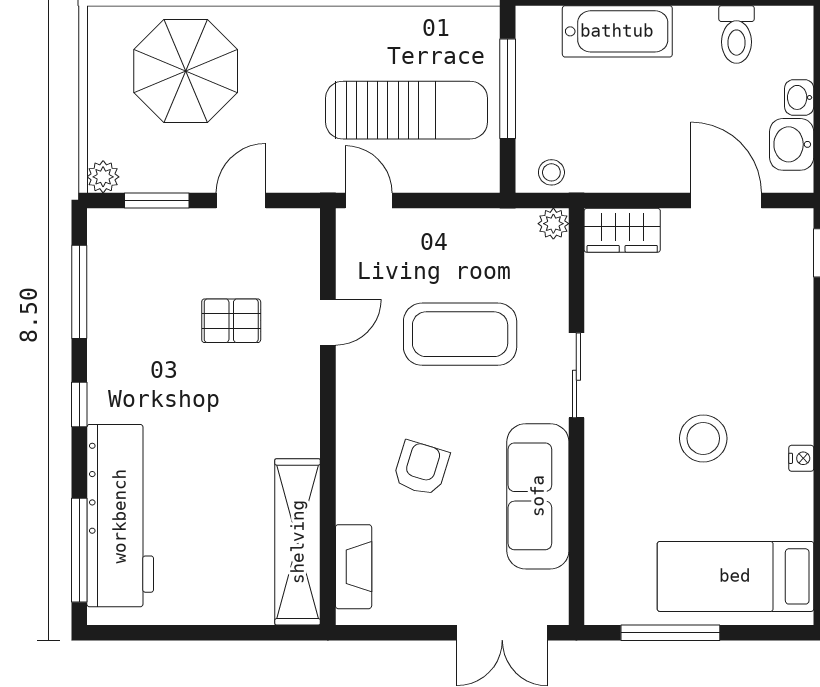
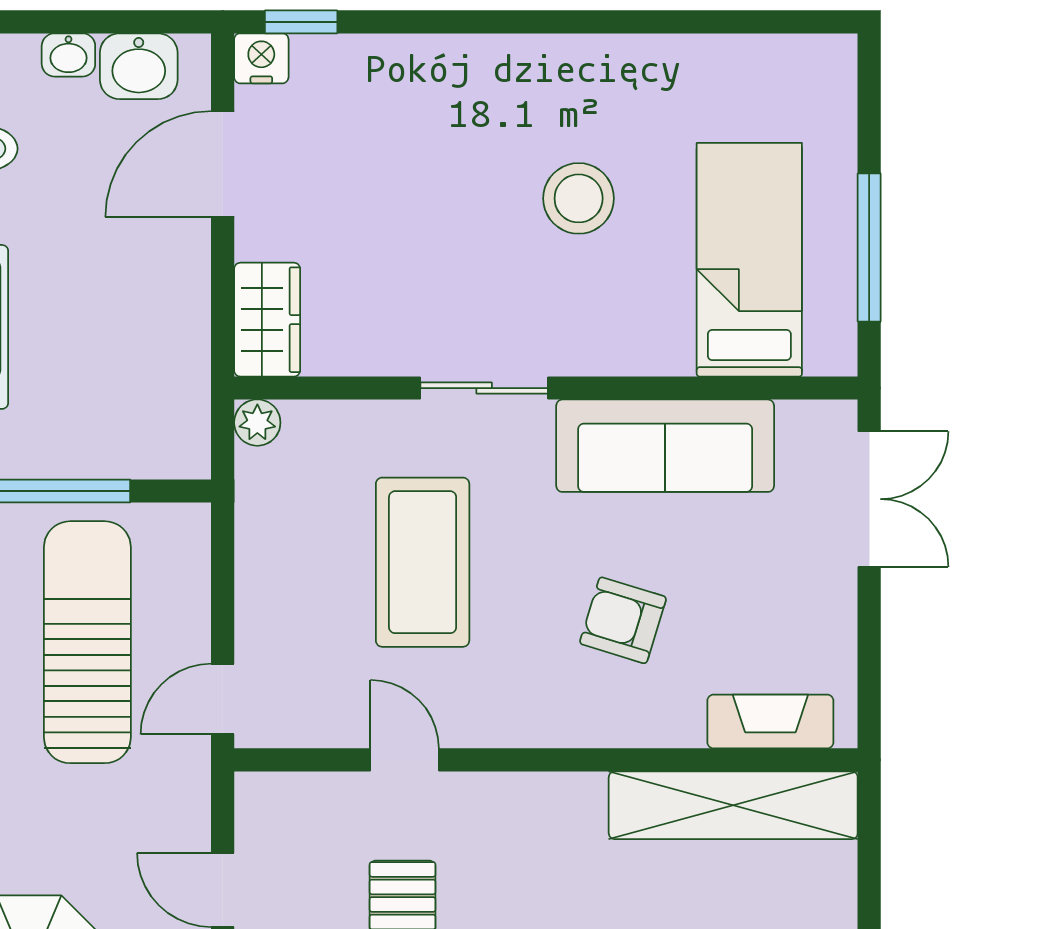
stool: (551, 172) -> (181, 425), removed
nightstand: (801, 458) -> (261, 58), moved, width x1.39, depth x1.35
bed: (735, 576) -> (749, 260), moved, turned 180

